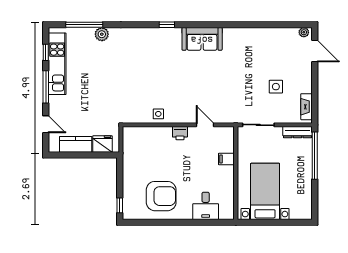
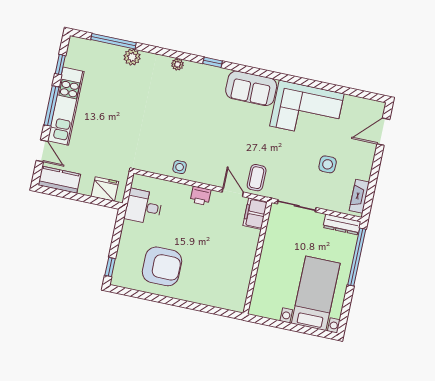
plant: (304, 32) -> (177, 64), moved
corner sofa: (250, 47) -> (307, 110), added
door: (315, 51) -> (383, 132), swing flipped
kitchen unit: (57, 64) -> (66, 106), moved
coffee table: (222, 109) -> (257, 178), added
kitchen counter: (76, 144) -> (59, 180), moved
filing cabinet: (226, 159) -> (255, 214), moved, width x2.00
bed with nightstands: (265, 191) -> (316, 293), moved
desk: (206, 206) -> (144, 207), moved, turned 90

